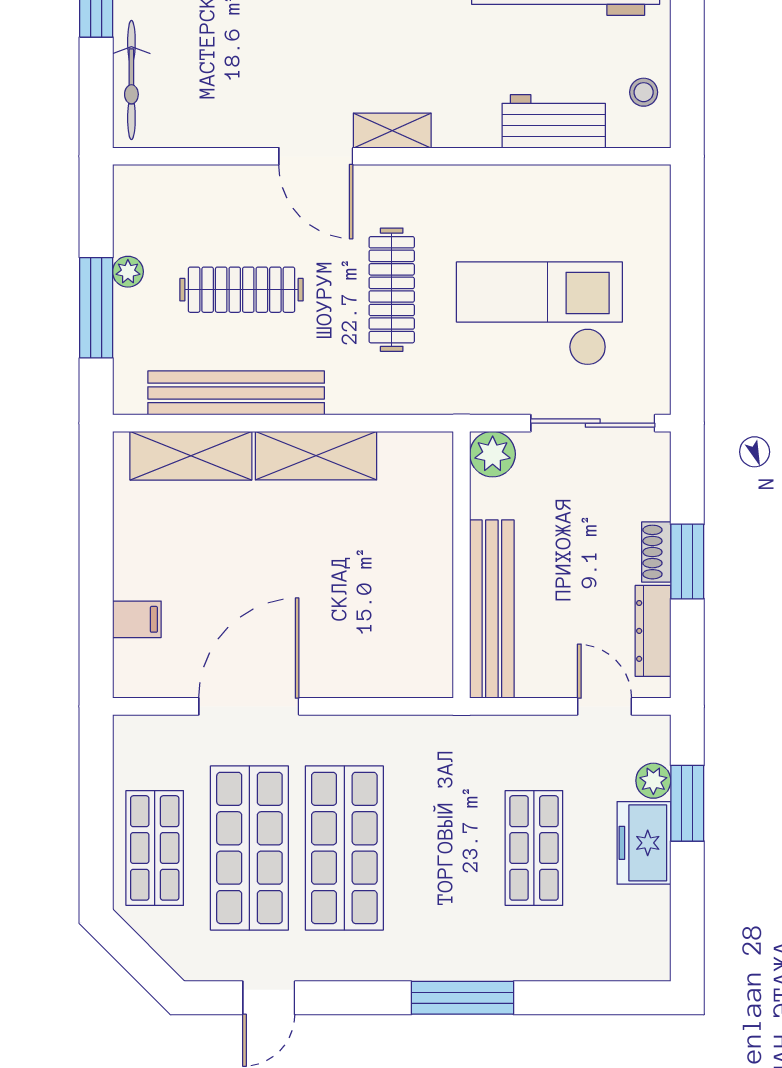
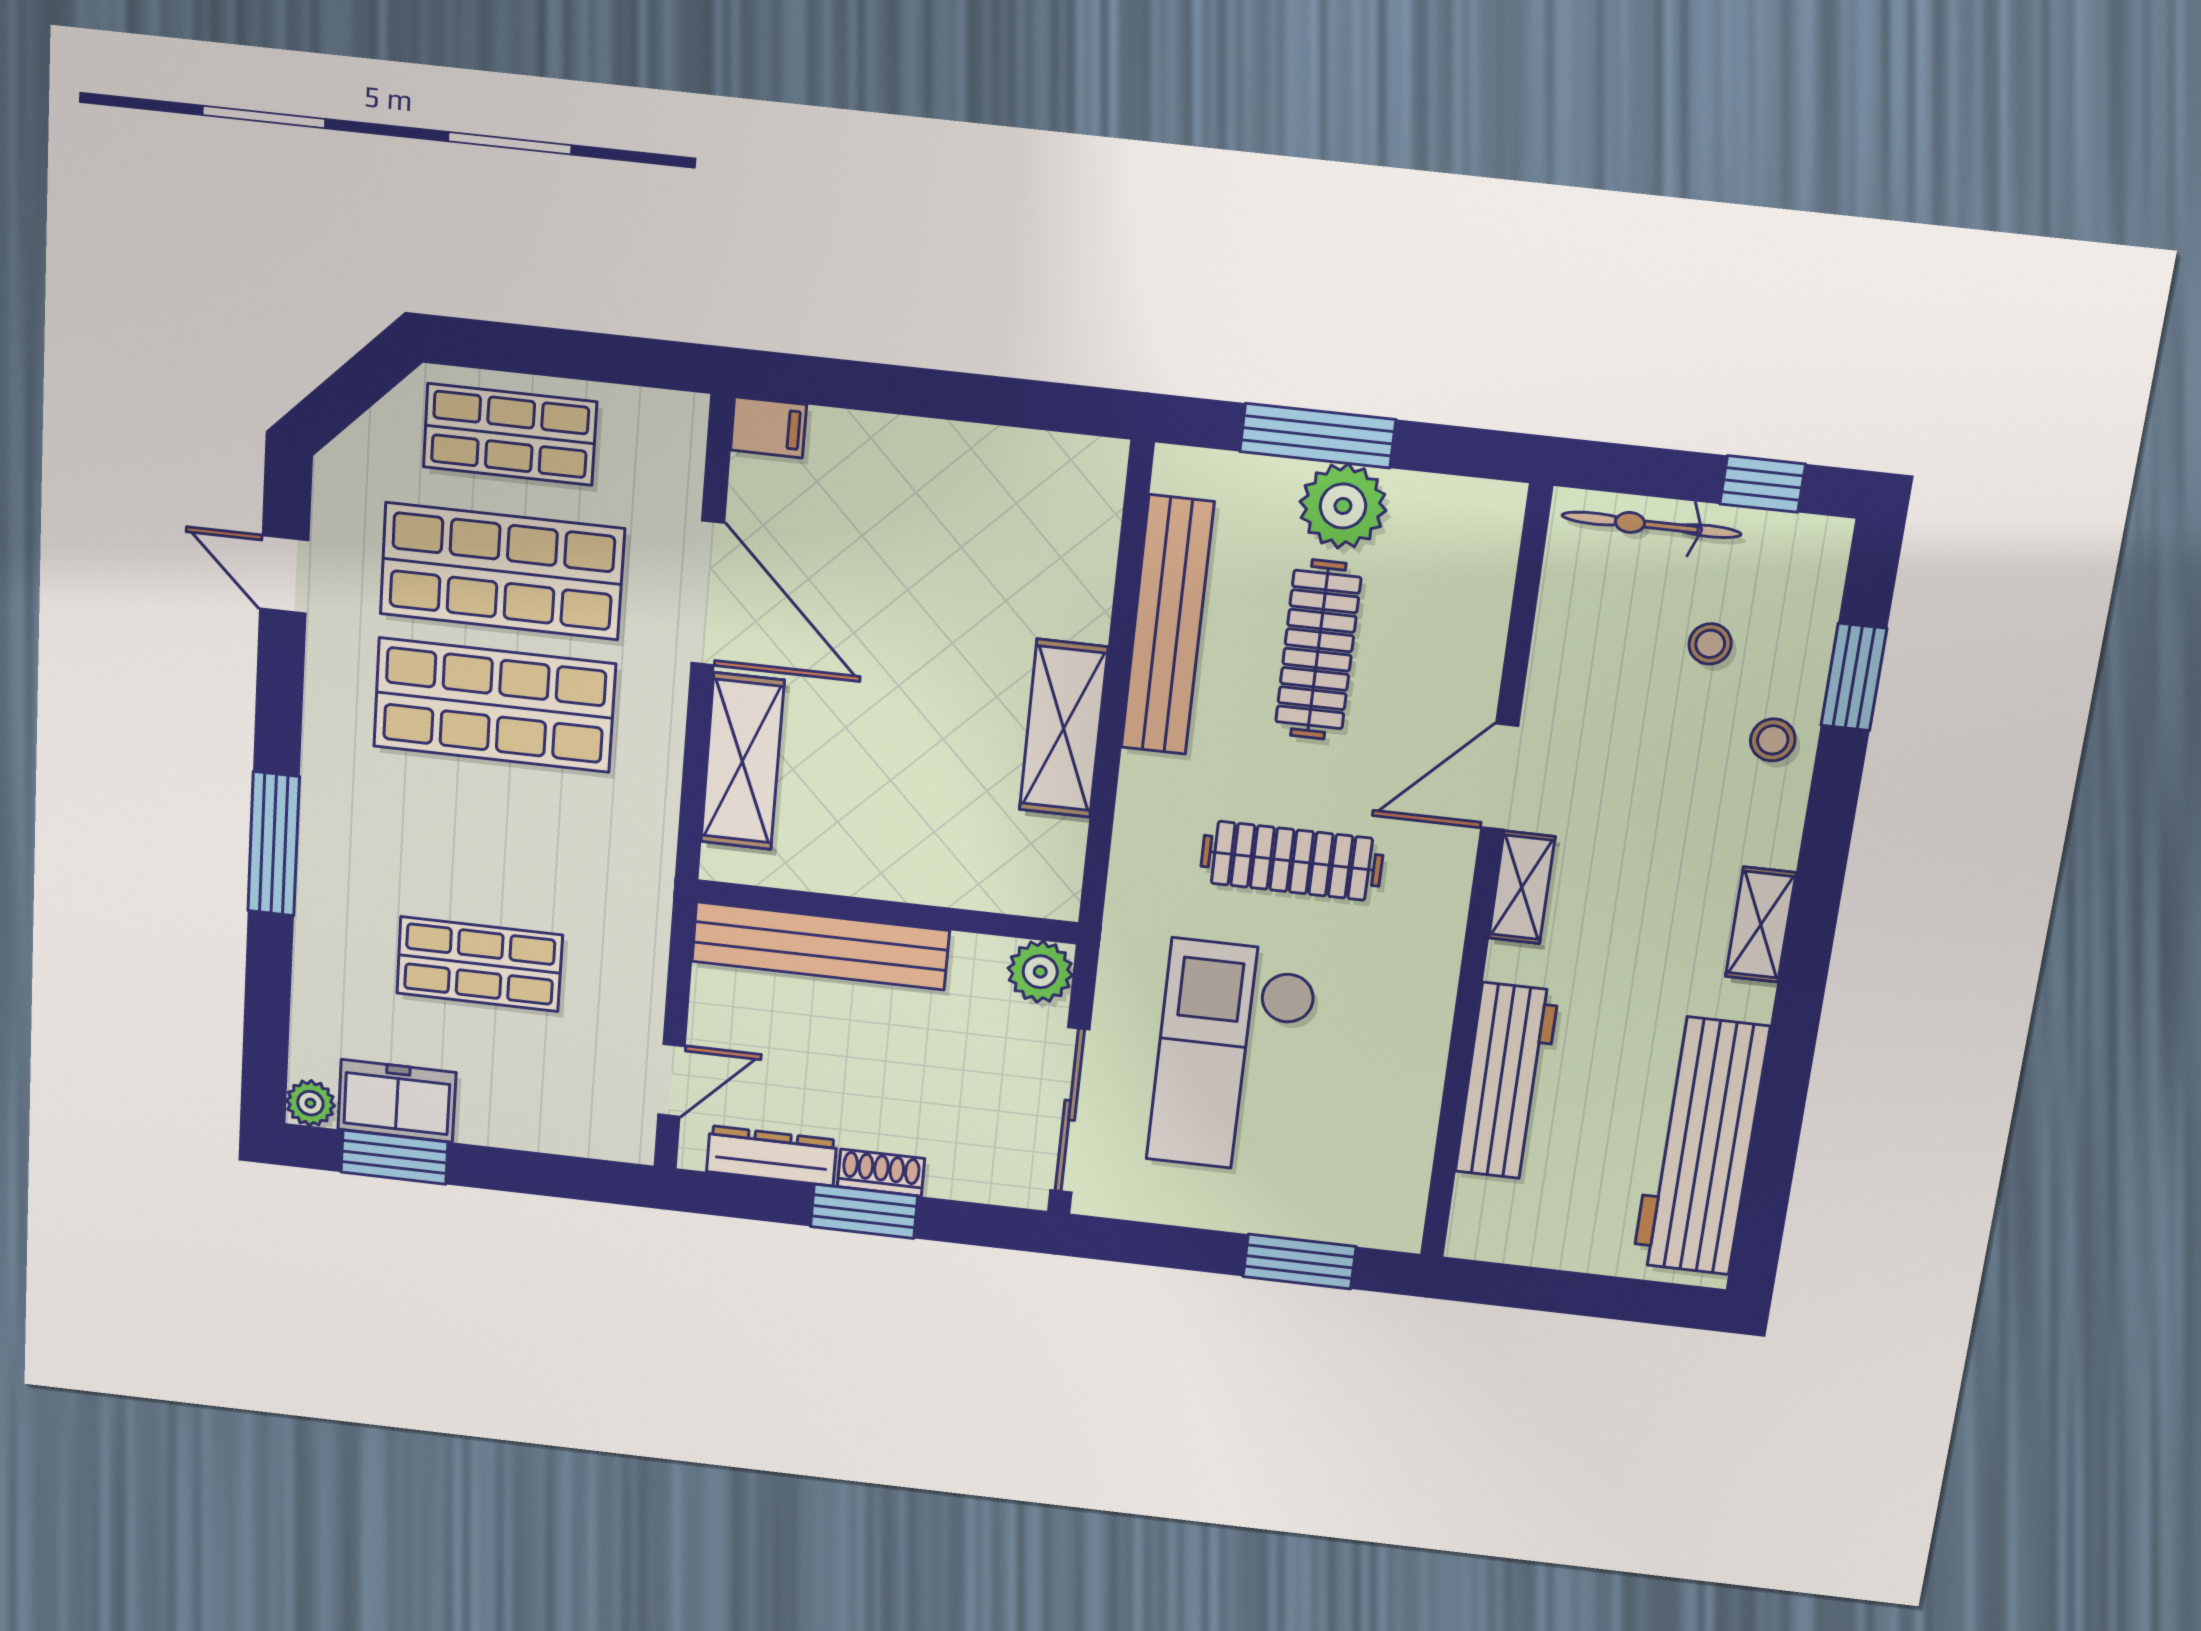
stool: (644, 92) -> (1710, 644), moved
workbench: (554, 121) -> (1507, 1082), width x1.38
window: (687, 249) -> (1299, 1262), added
plant: (128, 272) -> (1343, 506), width x1.88, depth x1.88
checkout: (539, 314) -> (1232, 1057), turned 180
shelving: (191, 456) -> (742, 761), moved
filing cabinet: (137, 619) -> (769, 427), moved, turned -90
plant: (653, 781) -> (310, 1103), moved
window: (687, 803) -> (394, 1157), moved
freezer: (644, 843) -> (397, 1101), moved

